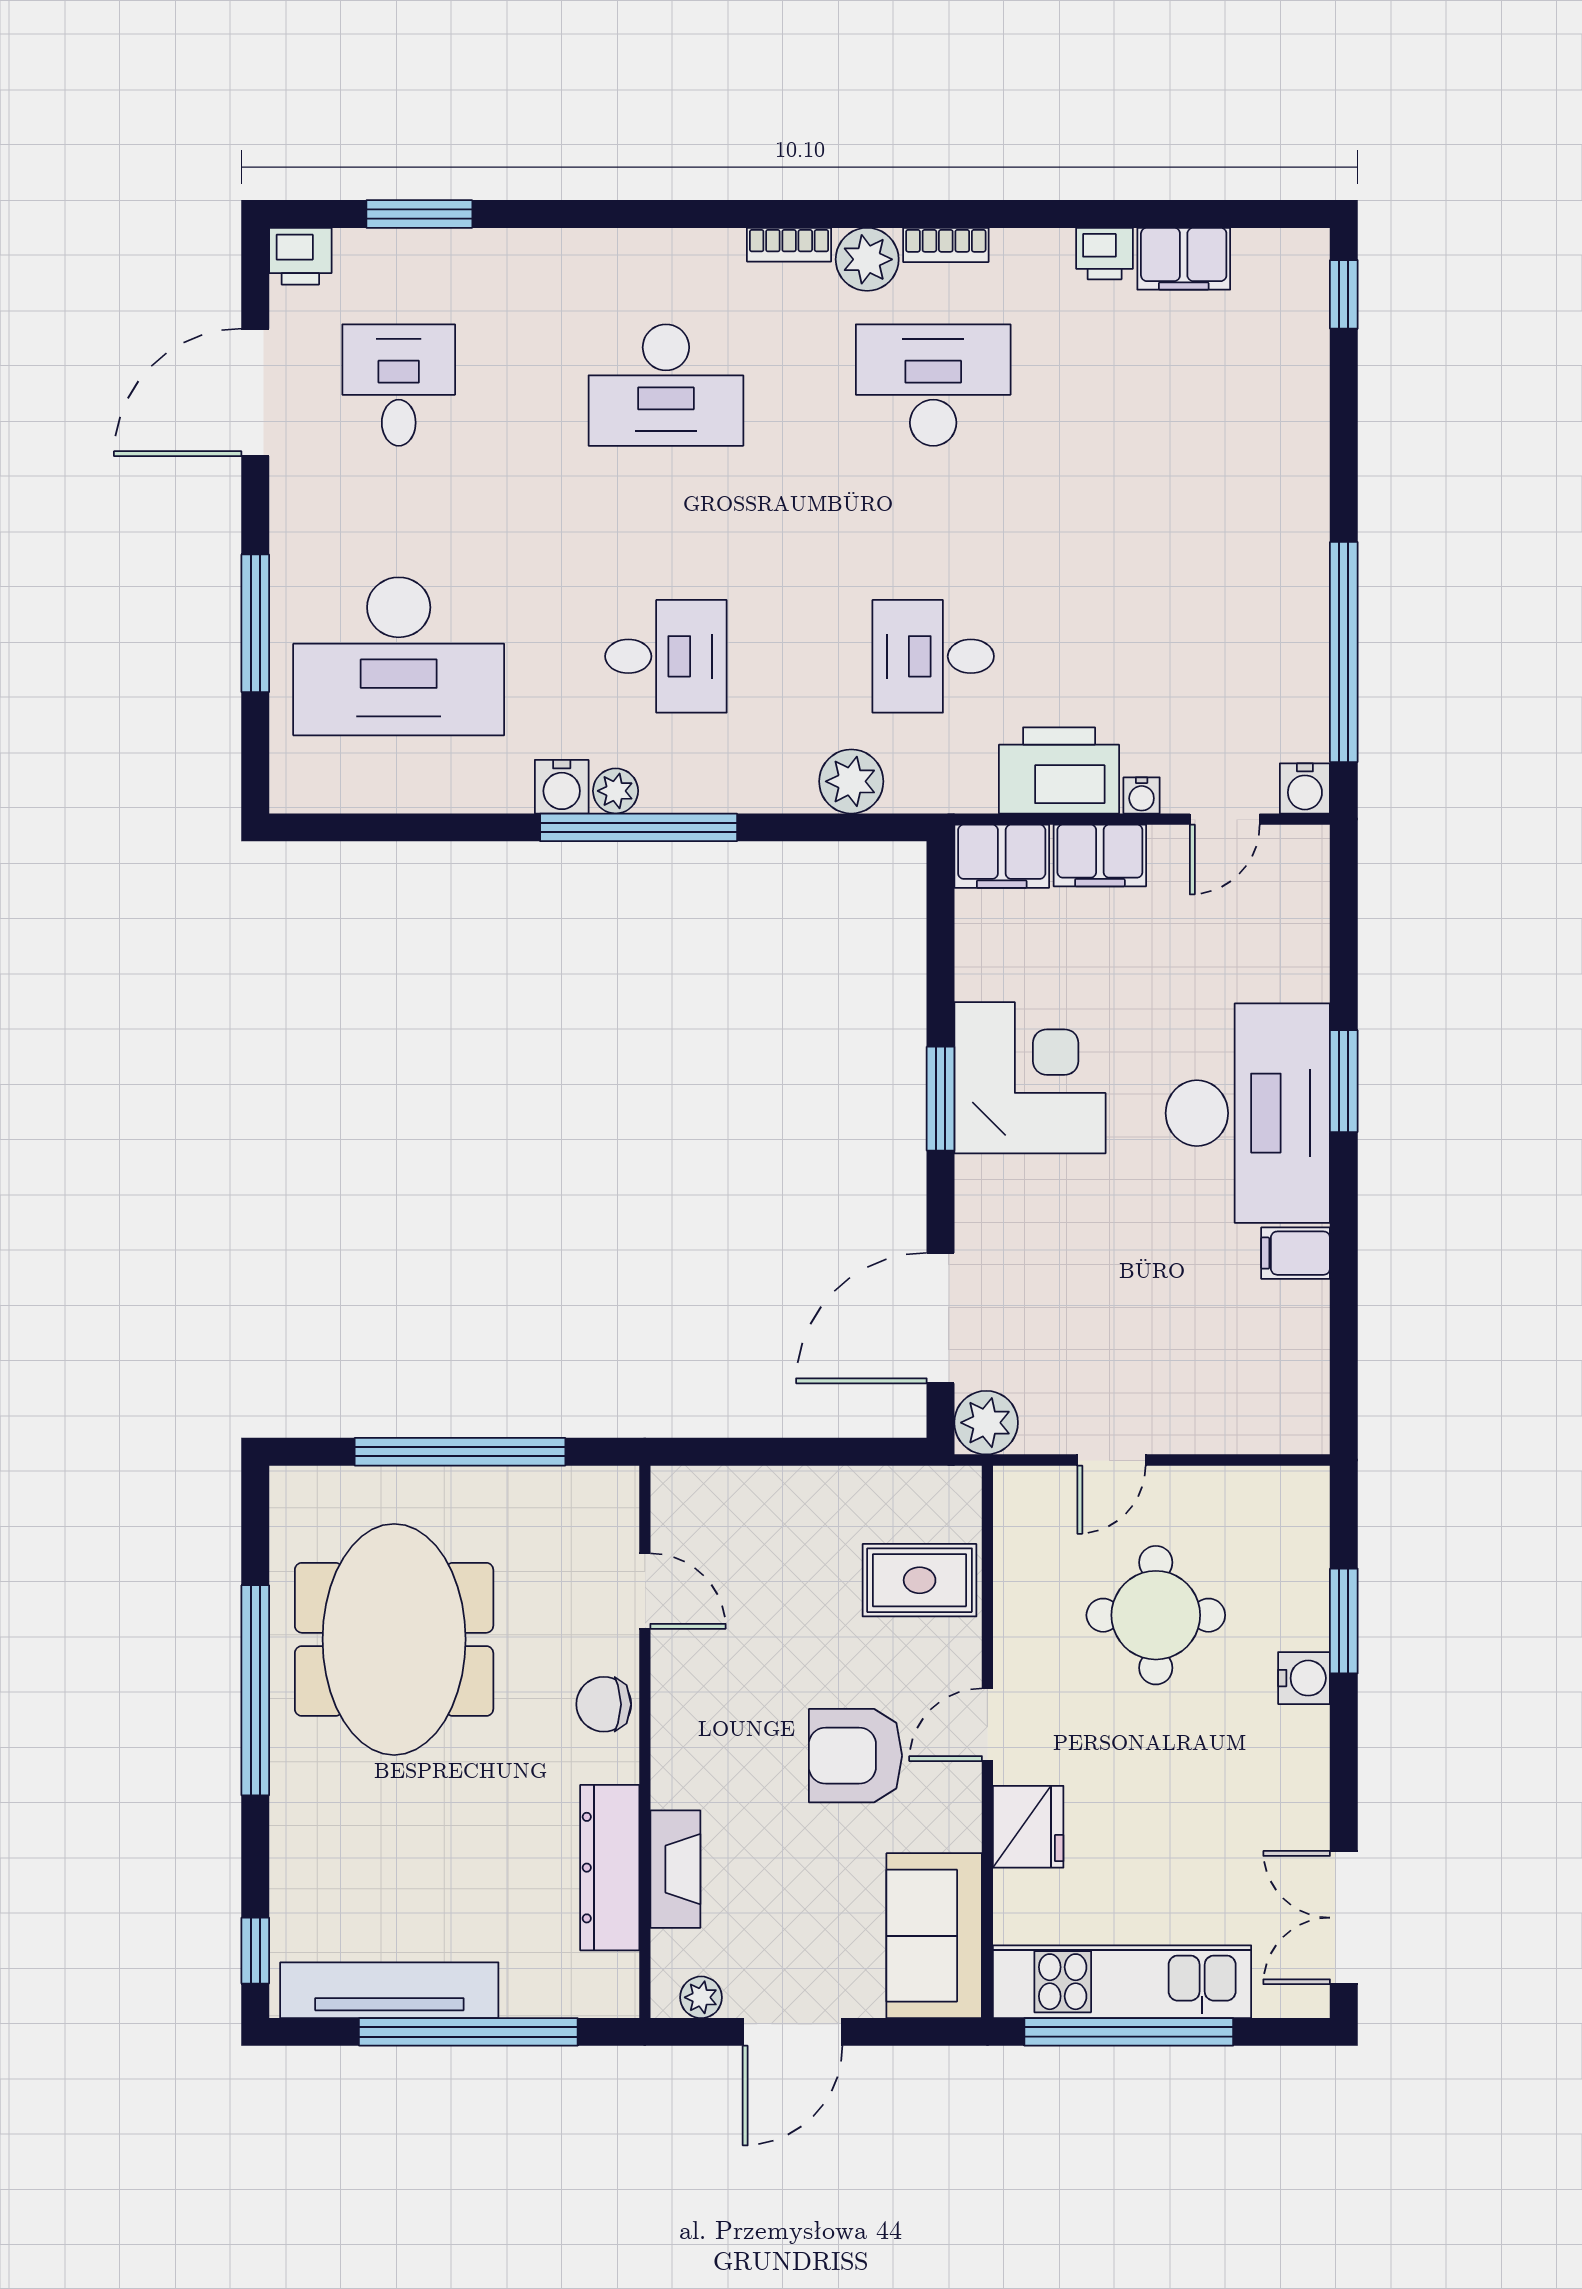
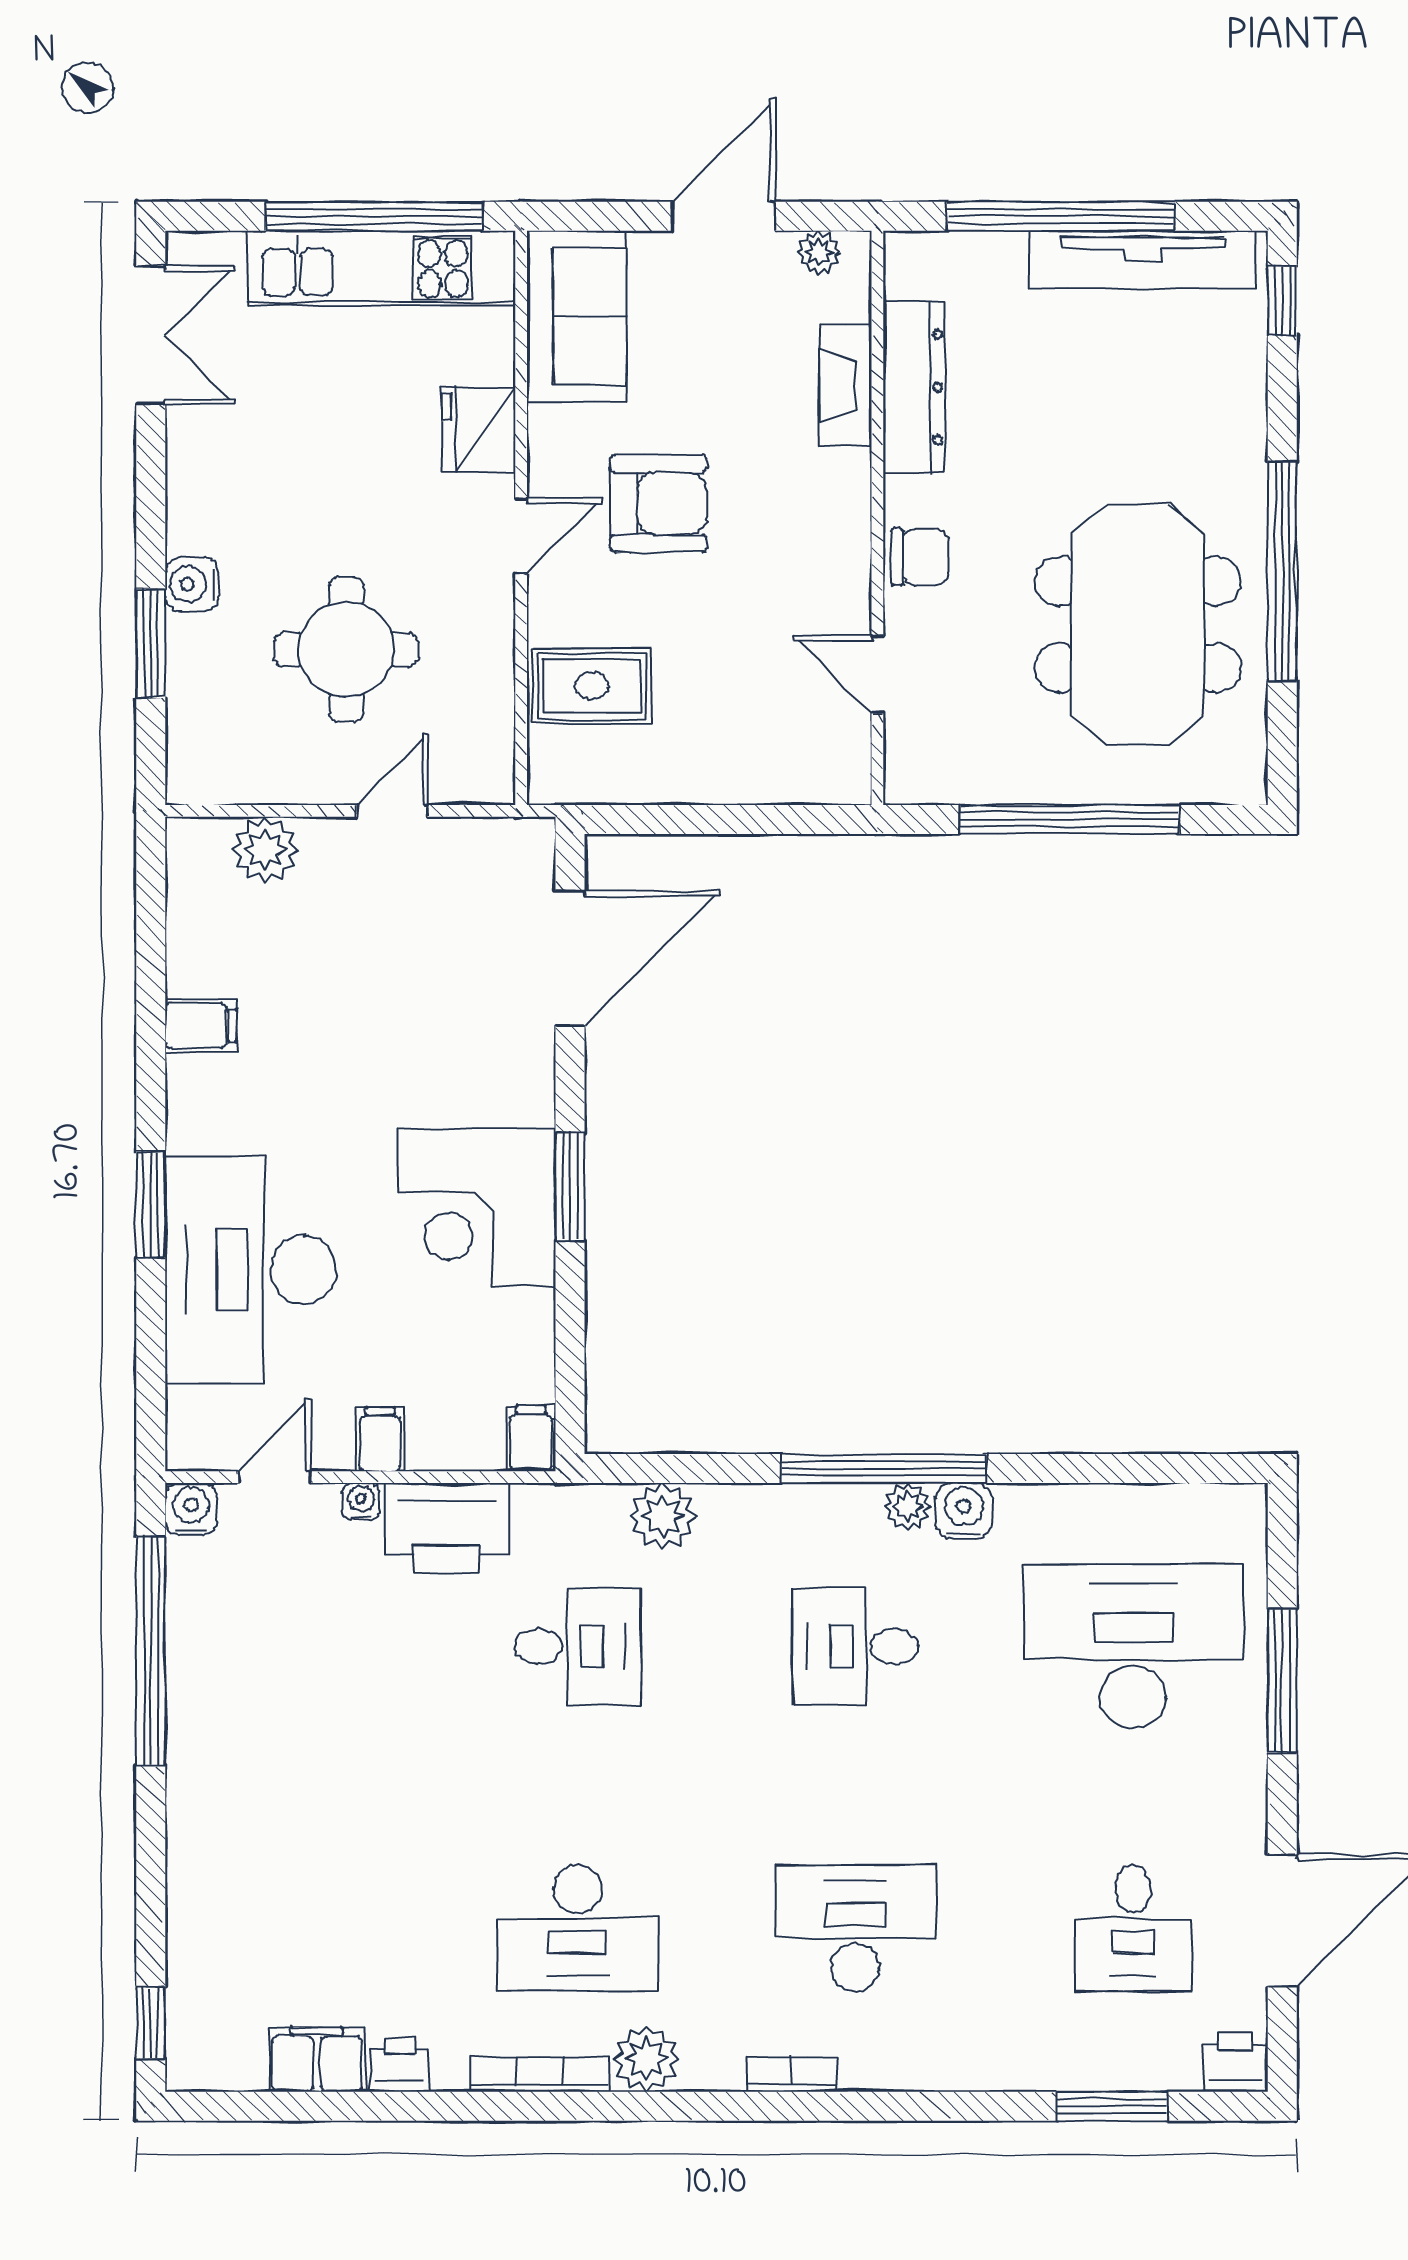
bookcase: (789, 245) -> (792, 2074), moved
bookcase: (946, 245) -> (539, 2074), width x1.56
filing cabinet: (1100, 855) -> (380, 1439), width x0.50
filing cabinet: (1002, 856) -> (531, 1439), width x0.50
desk: (1248, 1113) -> (250, 1270), moved
plant: (986, 1423) -> (265, 850), moved

